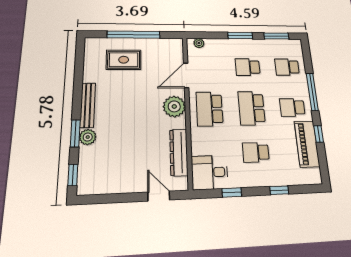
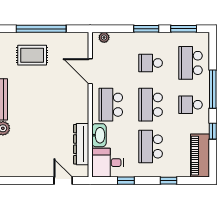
school desk: (287, 67) -> (191, 63), width x1.85
door: (186, 75) -> (90, 71), hinge flipped
plant: (174, 106) -> (78, 102), removed
washbasin: (198, 142) -> (99, 135), added
piano: (307, 144) -> (200, 156), moved
school desk: (256, 152) -> (151, 146), width x1.85

